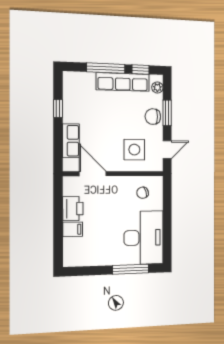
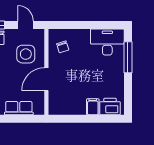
door: (93, 174) -> (46, 79), moved
printer: (73, 209) -> (110, 107), moved
desk: (144, 238) -> (107, 42), width x0.73, depth x0.77

